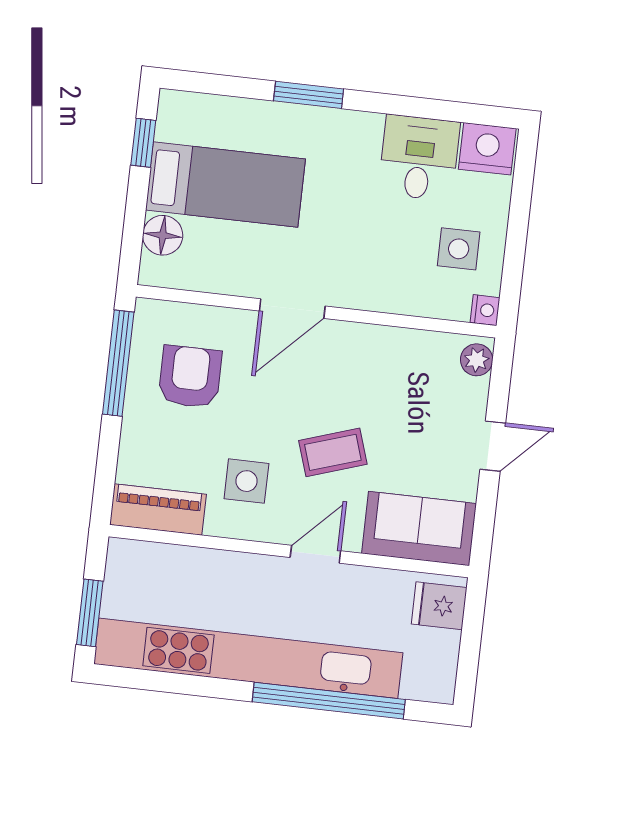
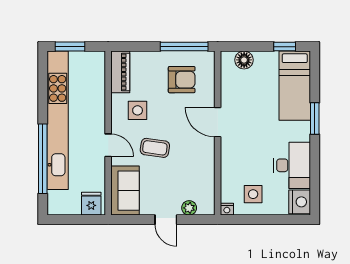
desk: (419, 158) -> (292, 165), width x1.37
bed: (225, 185) -> (295, 86), moved
plant: (477, 360) -> (189, 208), moved
coffee table: (333, 452) -> (155, 148), turned -64

